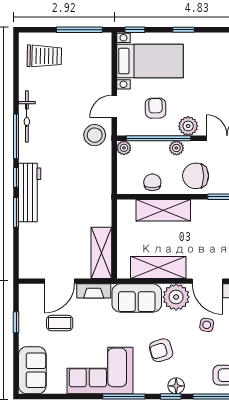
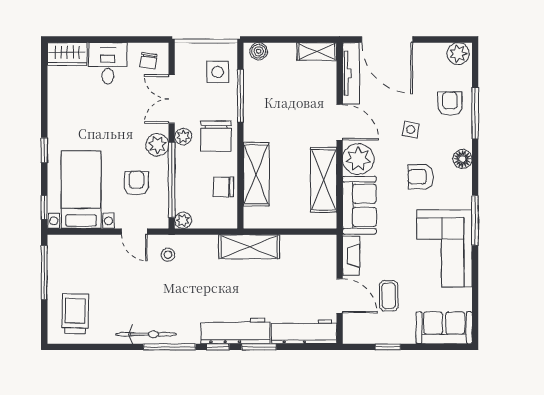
armchair: (156, 108) -> (136, 183), turned 91
stool: (95, 135) -> (168, 255), width x0.53, depth x0.53
plant: (176, 148) -> (183, 137), moved
workbench: (29, 251) -> (304, 332), added
shelving: (101, 253) -> (249, 247), moved
door: (207, 281) -> (340, 122), hinge flipped
side table: (207, 325) -> (411, 130), moved
armchair: (161, 350) -> (421, 177), turned 107
window: (171, 397) -> (475, 165), removed

